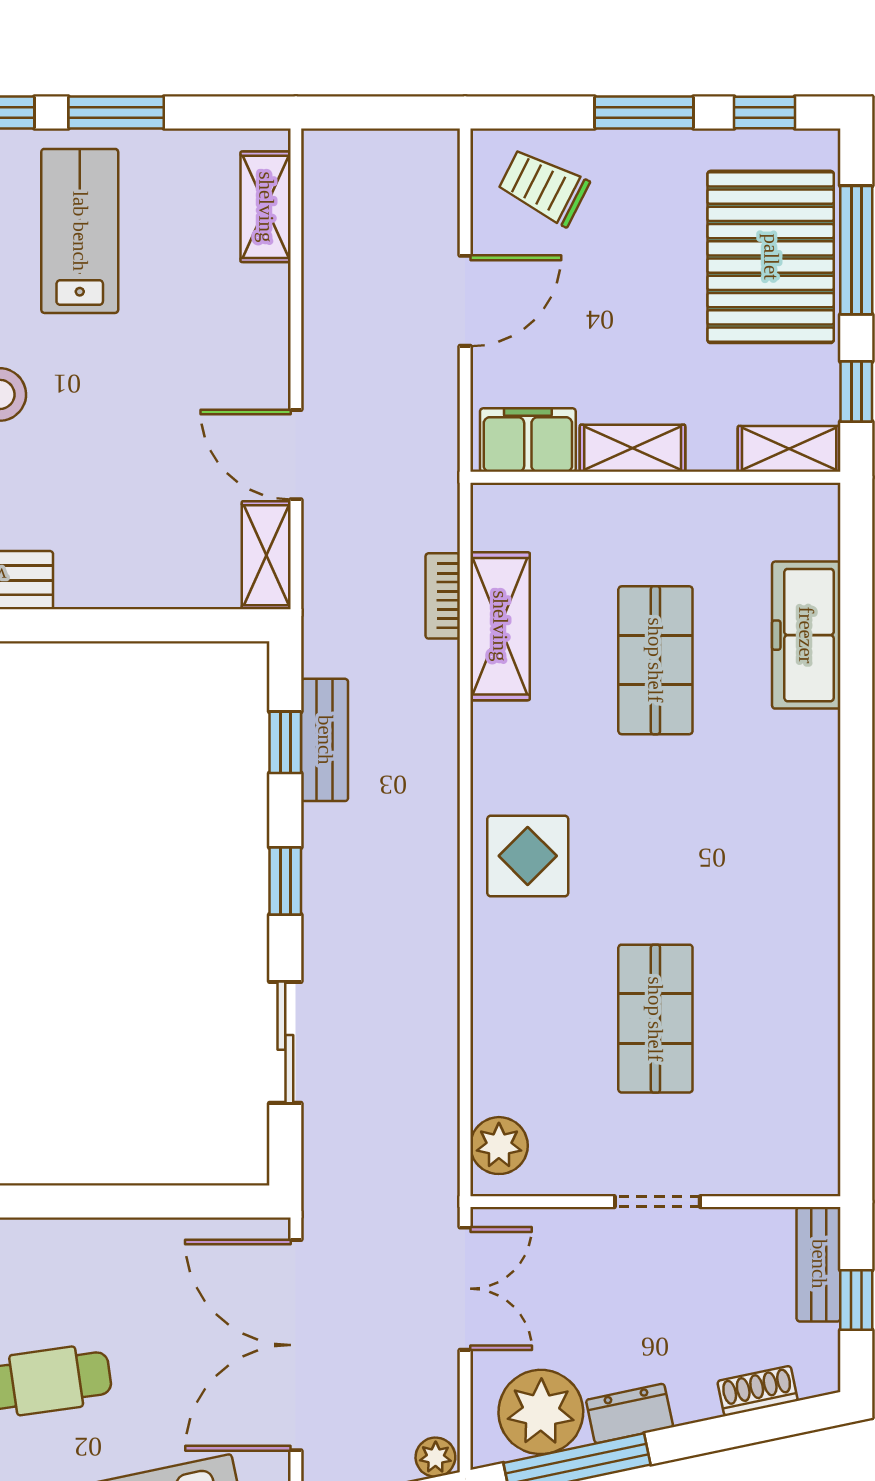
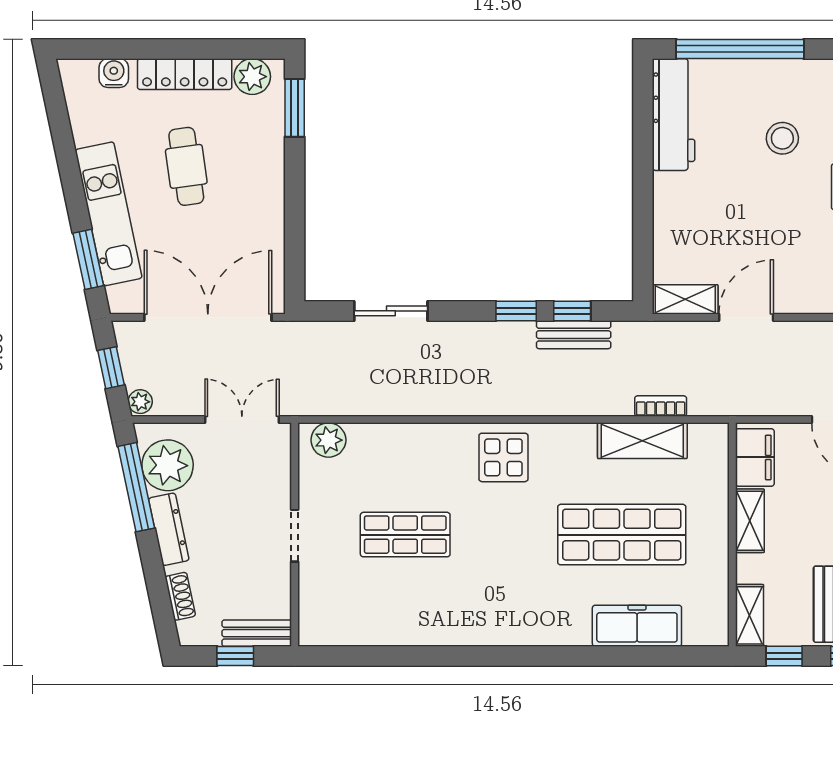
shop shelf: (655, 660) -> (622, 535), width x1.43, depth x1.36
window: (285, 881) -> (516, 311), moved
double door: (465, 1289) -> (242, 420), swing flipped
dresser: (630, 1413) -> (169, 529), width x1.44

